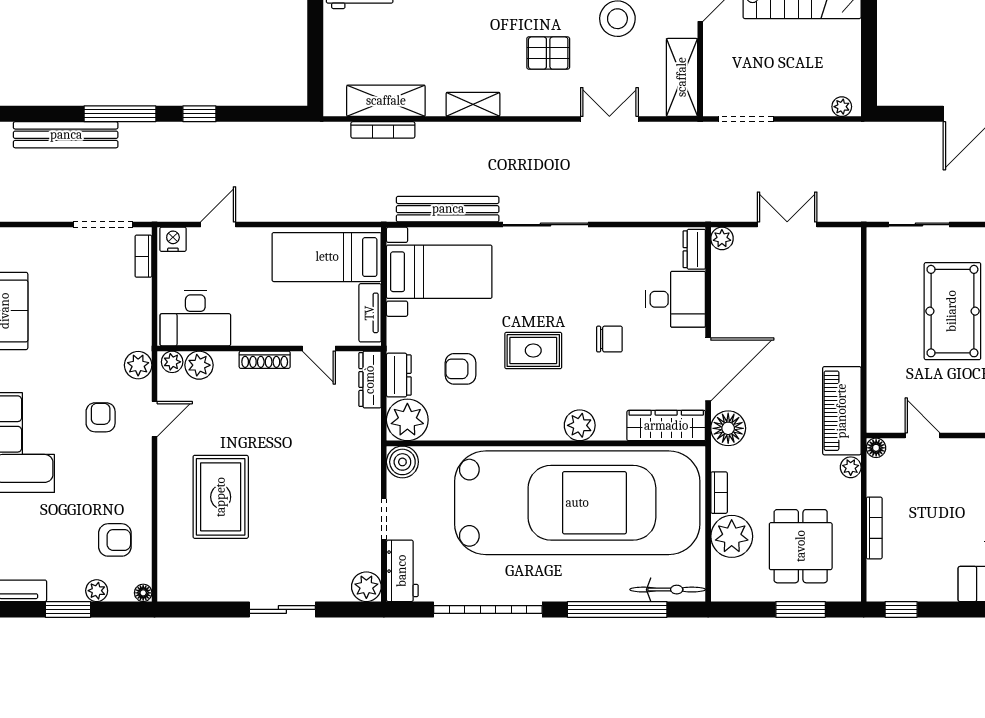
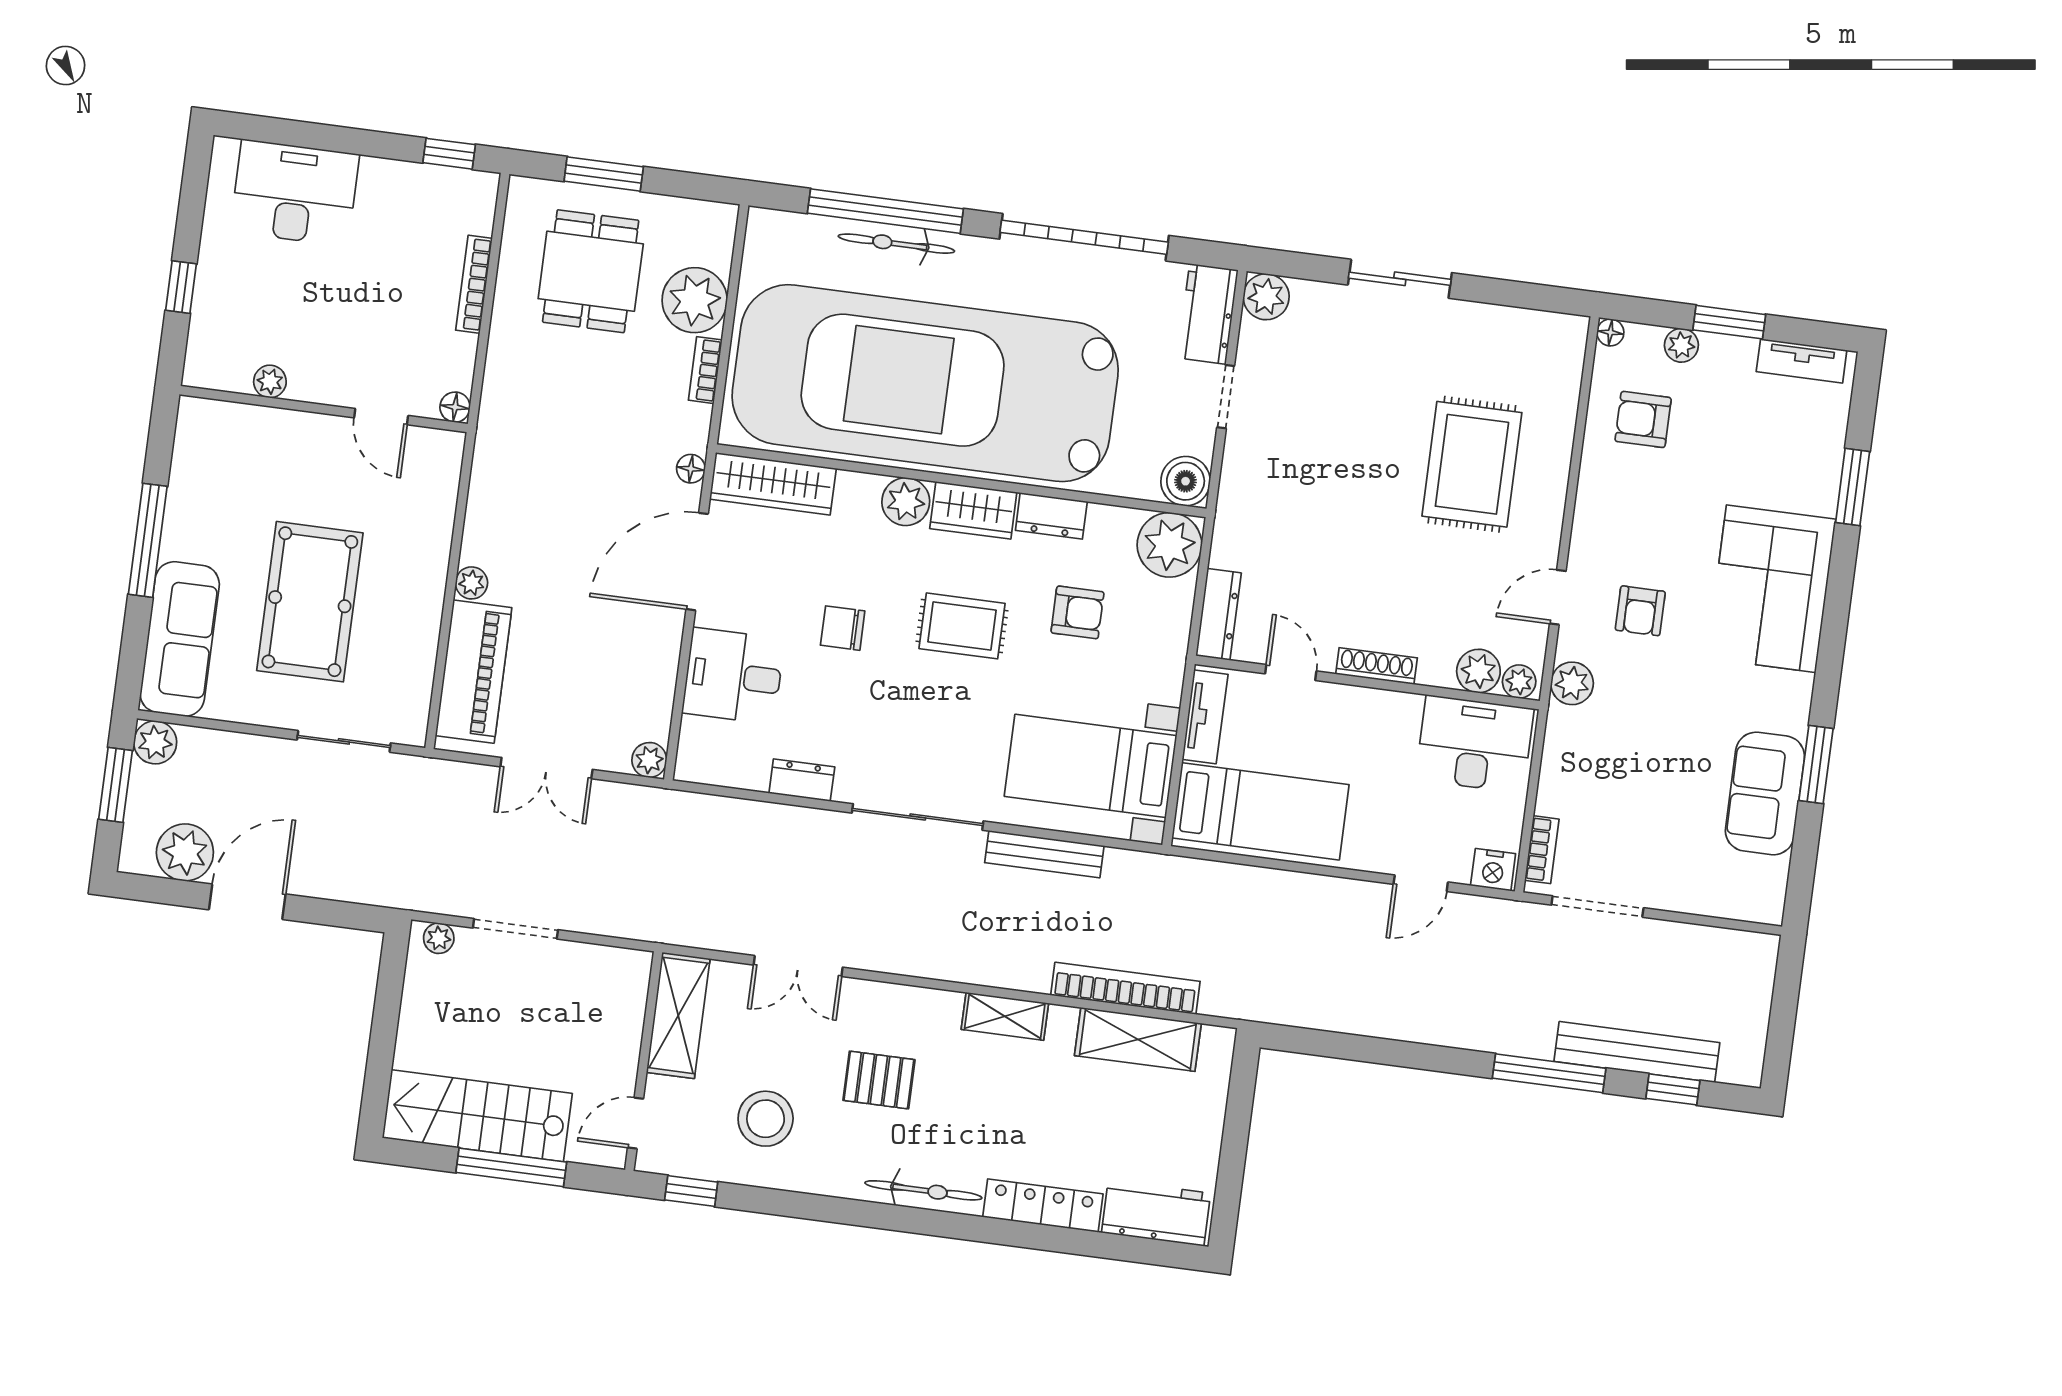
window: (199, 114) -> (1673, 1089), moved
doorway: (746, 119) -> (515, 929), moved
bookcase: (383, 130) -> (1125, 988), width x1.48, depth x1.31
bench: (448, 209) -> (1044, 854), width x0.73, depth x0.82
dresser: (694, 249) -> (802, 780), moved, turned -90
dresser: (399, 375) -> (1051, 516), moved, turned -90
piano: (842, 411) -> (474, 672), moved
wardrobe: (536, 425) -> (973, 510), added
floor lamp: (728, 428) -> (691, 469), width x0.53, depth x0.53
plant: (851, 467) -> (471, 583), moved
bicycle: (668, 590) -> (896, 244), moved

